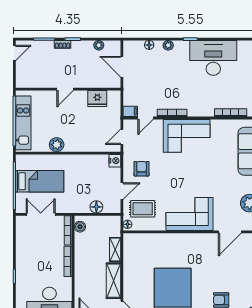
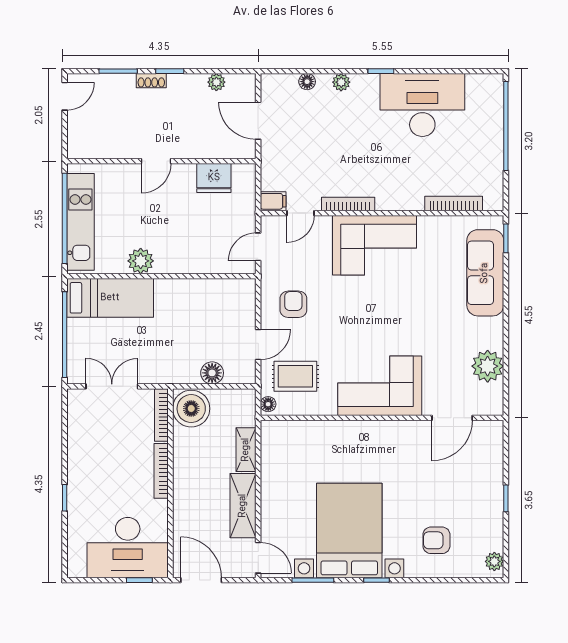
nightstand: (115, 161) -> (245, 290), removed
bed: (40, 181) -> (110, 298), moved
boiler: (80, 227) -> (191, 409), width x1.86, depth x1.86

